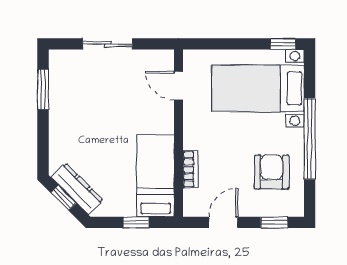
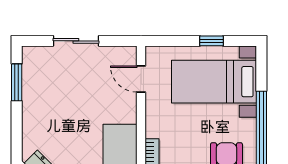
window: (283, 44) -> (211, 41), moved

